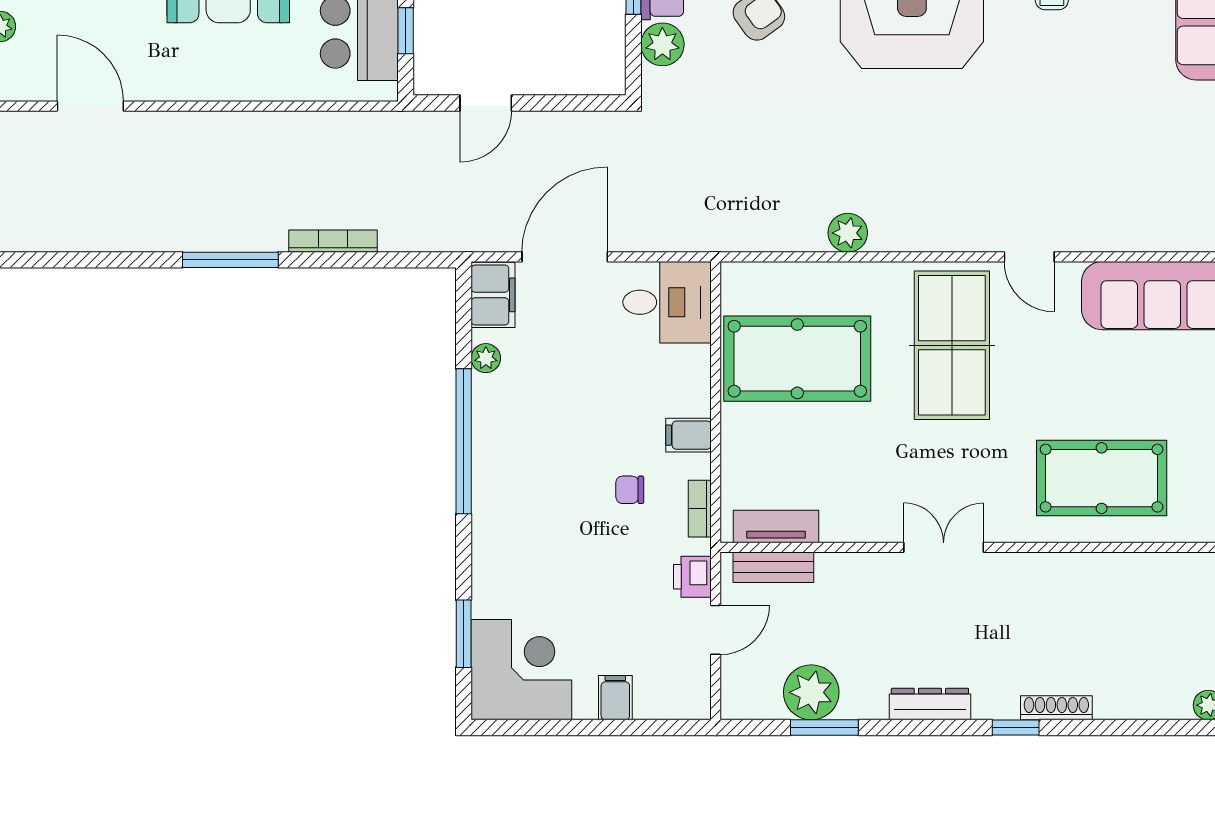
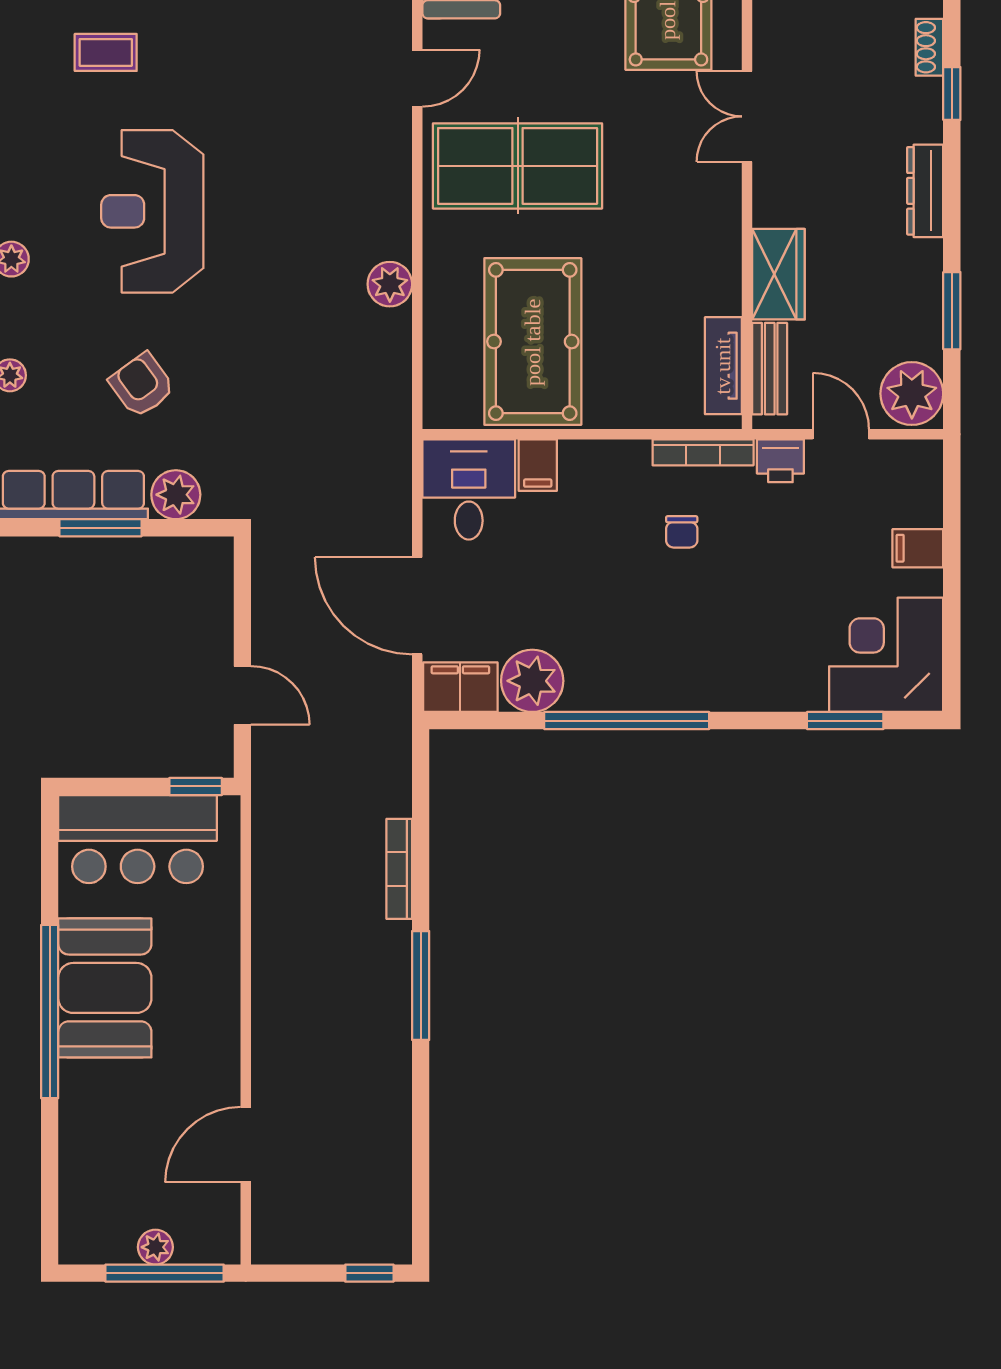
window: (406, 31) -> (196, 786), moved
plant: (486, 358) -> (532, 681), width x1.87, depth x1.87
filing cabinet: (688, 435) -> (538, 465), moved
bookcase: (700, 509) -> (703, 452), width x1.56
double door: (944, 547) -> (747, 116), moved
wardrobe: (857, 575) -> (778, 274), added
plant: (811, 692) -> (912, 394), moved
shoe rack: (1056, 708) -> (929, 47), width x0.70

